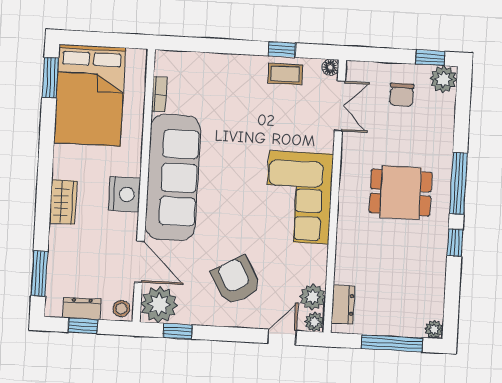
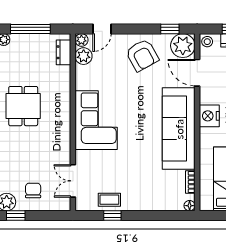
floor lamp: (330, 67) -> (190, 206), moved
dining table: (401, 193) -> (23, 106), moved, turned 90
armchair: (236, 280) -> (142, 55), moved

